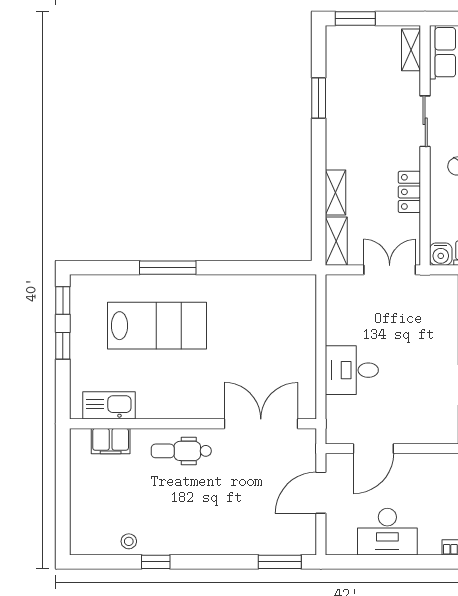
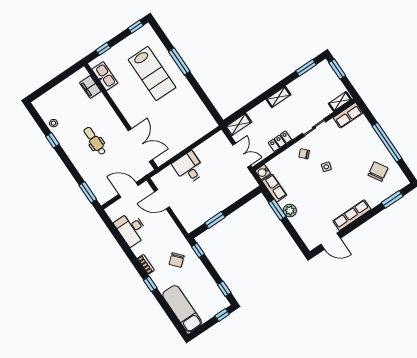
window: (319, 98) -> (306, 68), moved
shelving: (336, 192) -> (278, 97), moved
window: (63, 346) -> (103, 49), moved
dental chair: (181, 451) -> (95, 141), moved

